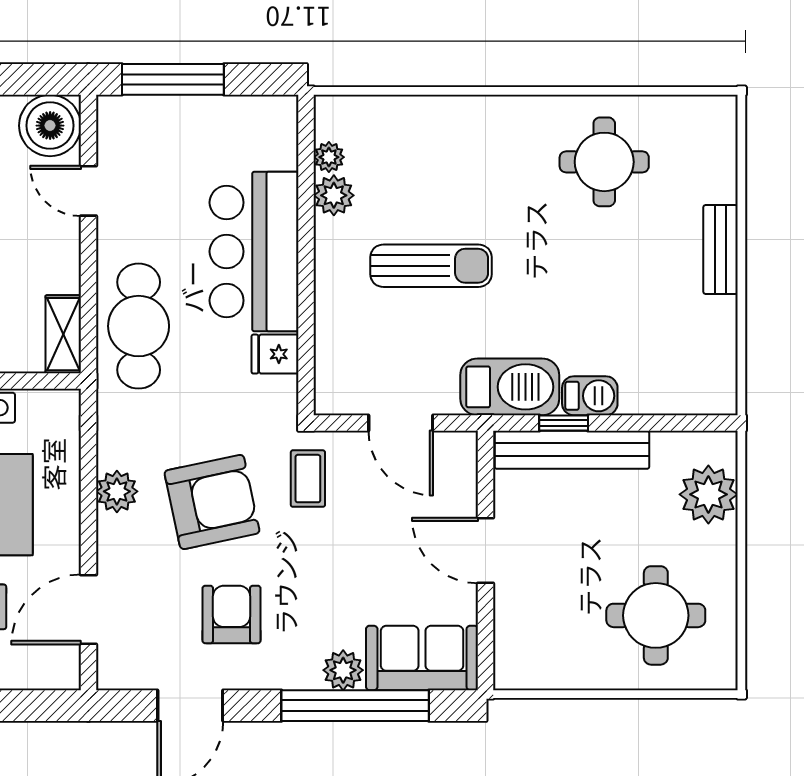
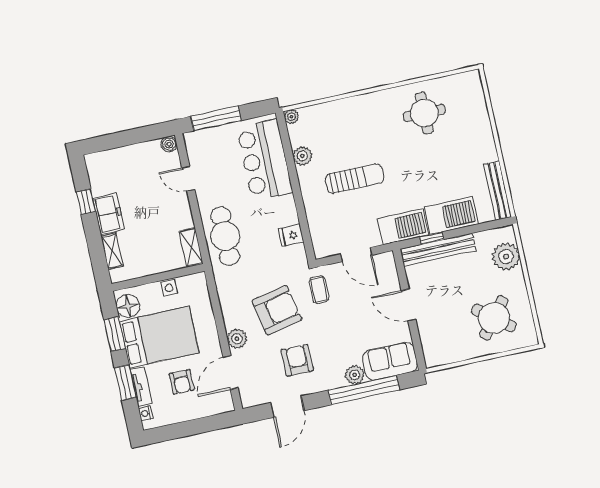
boiler: (50, 126) -> (169, 144), width x0.54, depth x0.54
plant: (329, 157) -> (291, 117), moved
bench: (721, 250) -> (498, 191), moved, width x1.36
bar counter: (254, 251) -> (265, 160), moved
barbecue: (590, 396) -> (451, 216), width x1.88, depth x1.53
plant: (117, 491) -> (237, 339), moved
round table: (656, 615) -> (494, 318), turned 38

